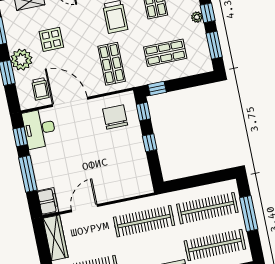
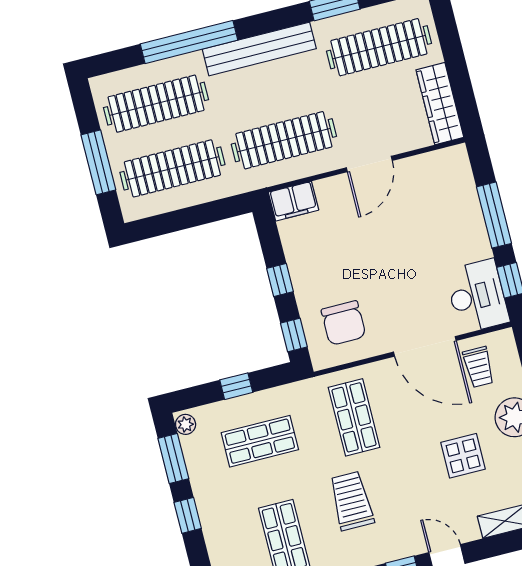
plant: (197, 17) -> (186, 424), moved
window: (157, 88) -> (236, 386), moved
trolley: (40, 89) -> (479, 367), turned 180
filing cabinet: (48, 201) -> (294, 201), moved, turned -90
door: (84, 208) -> (369, 164), moved

